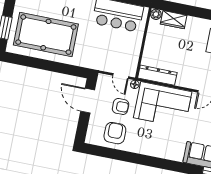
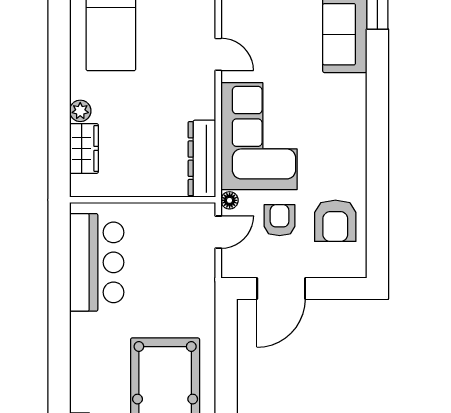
plant: (156, 14) -> (80, 111), moved
armchair: (115, 133) -> (335, 221), turned -90

